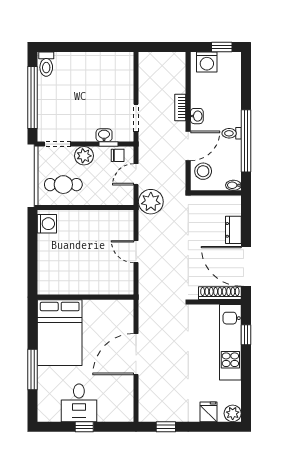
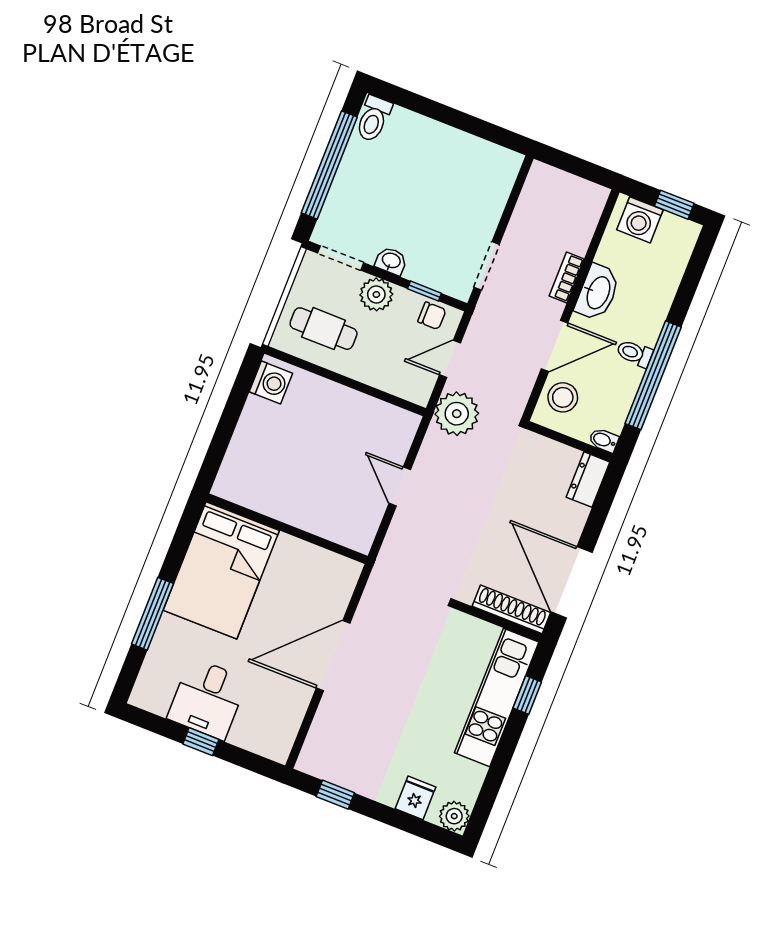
washbasin: (197, 116) -> (598, 292), width x1.91, depth x1.45
washbasin: (104, 135) -> (391, 261), moved
dresser: (233, 230) -> (588, 480), moved

